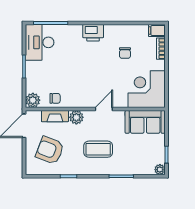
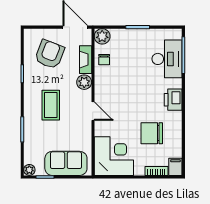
desk: (40, 42) -> (167, 59), moved, turned 90
chair: (125, 53) -> (152, 133), width x1.87, depth x1.87
sofa: (145, 122) -> (66, 163), moved, turned 90

